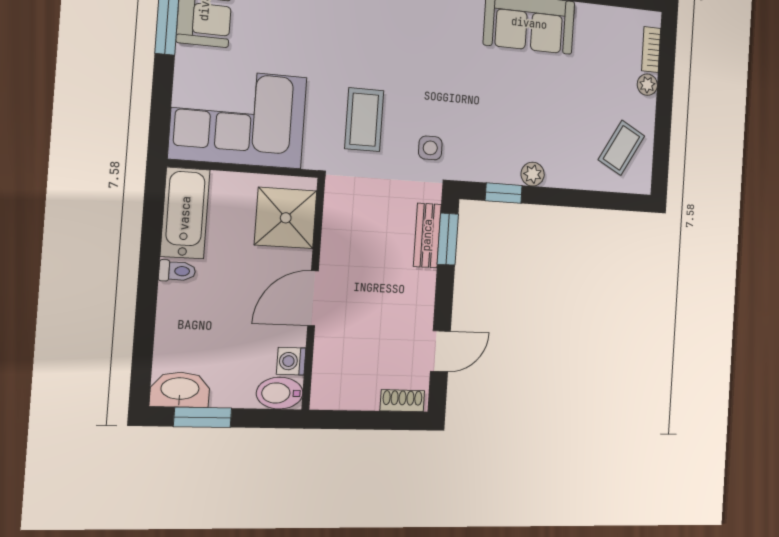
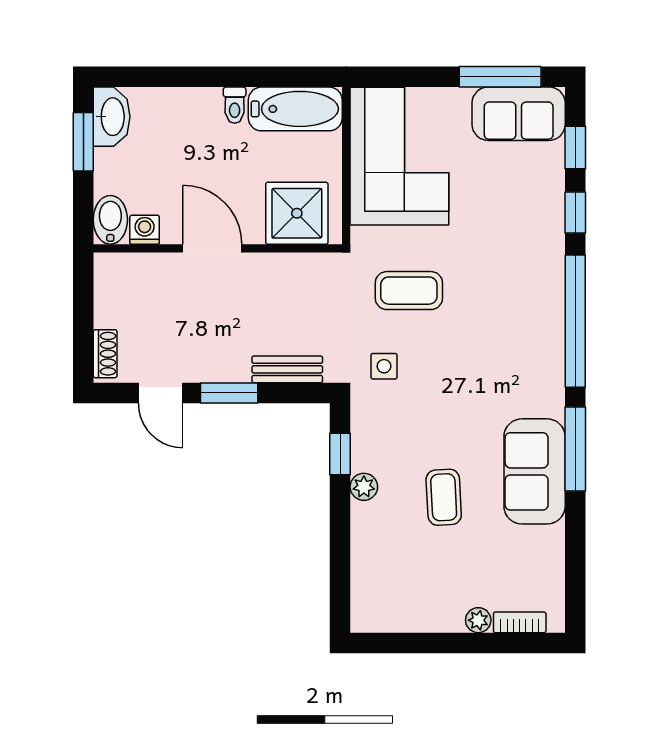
coffee table: (621, 148) -> (444, 497), moved, turned 58
window: (448, 239) -> (229, 393), moved

